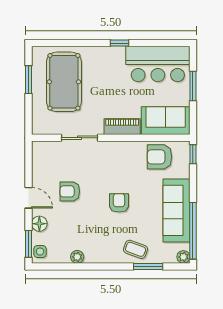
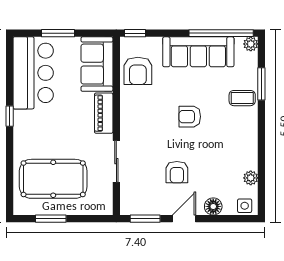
window: (29, 244) -> (145, 219), moved
coffee table: (136, 249) -> (242, 98), turned 70
plant: (77, 257) -> (251, 178), moved

